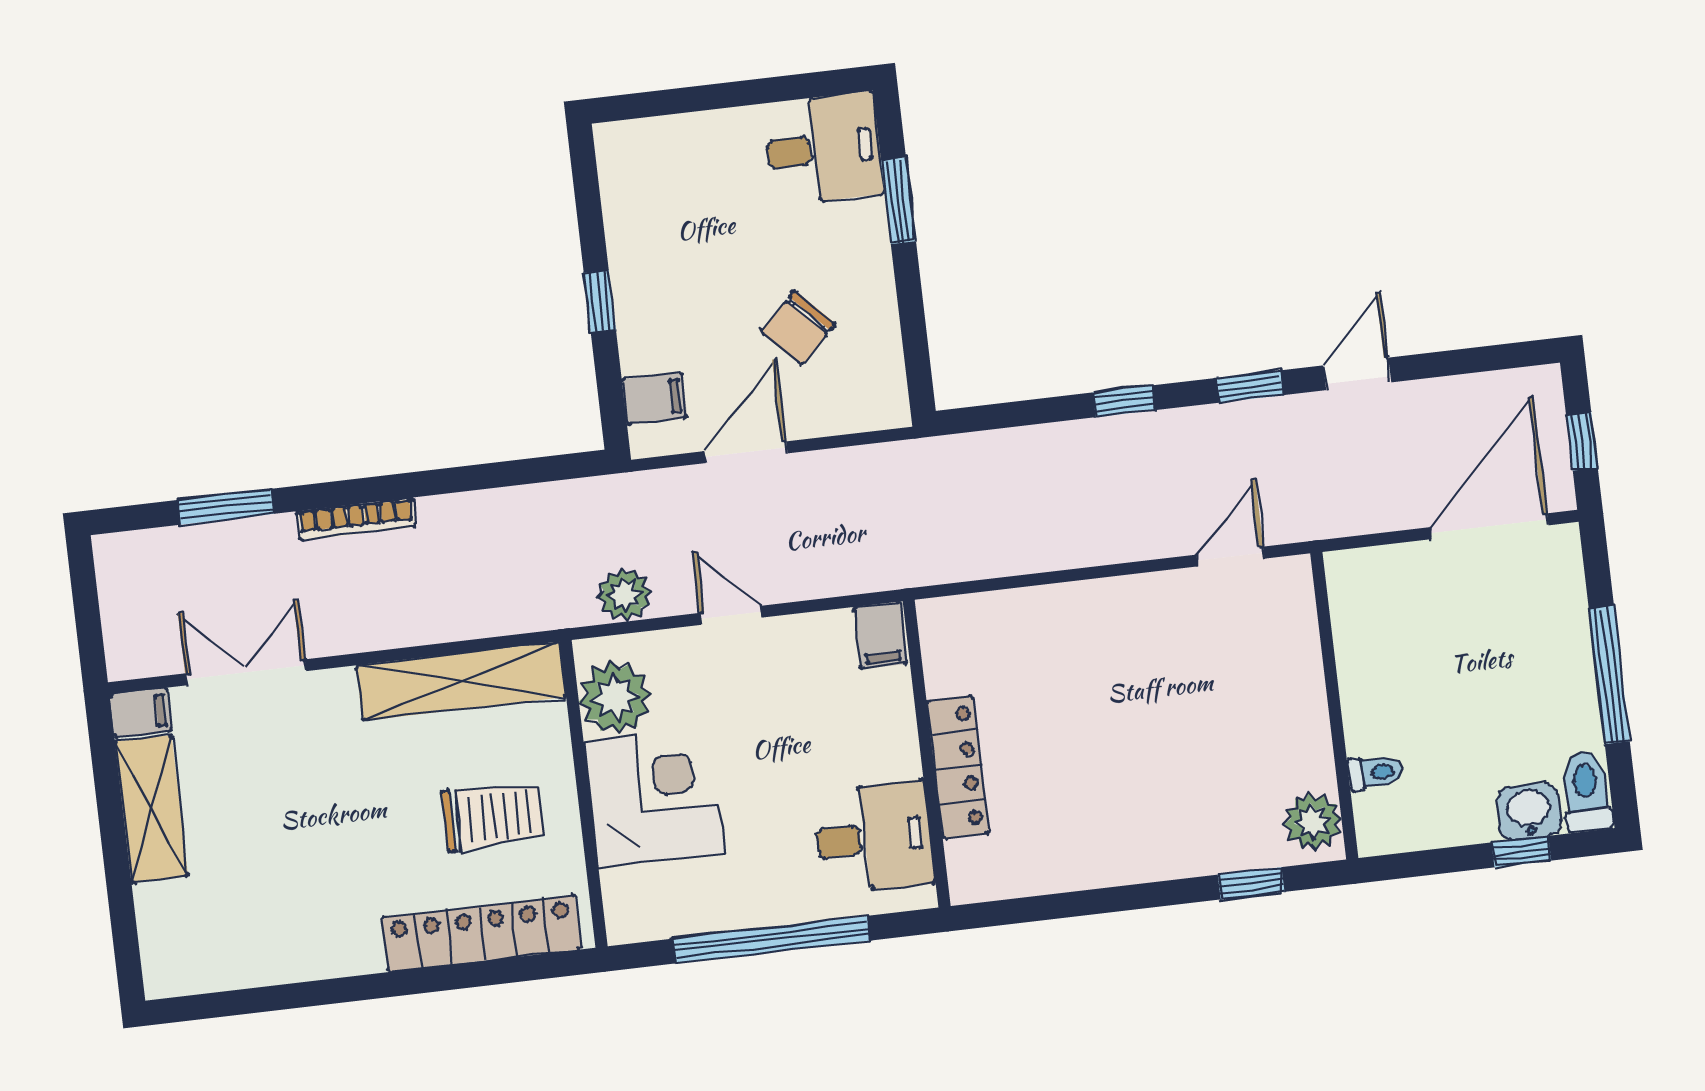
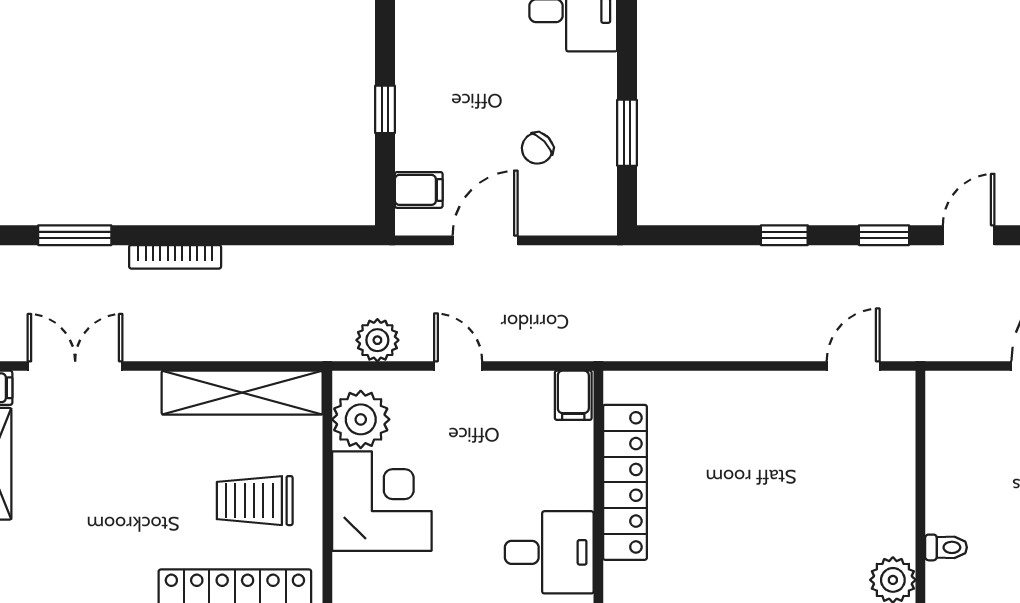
window: (898, 201) -> (627, 133), moved
chair: (798, 328) -> (537, 148), width x0.73, depth x0.73
locker: (958, 767) -> (625, 482), width x1.41, depth x1.21
trolley: (493, 816) -> (255, 501), turned 180

